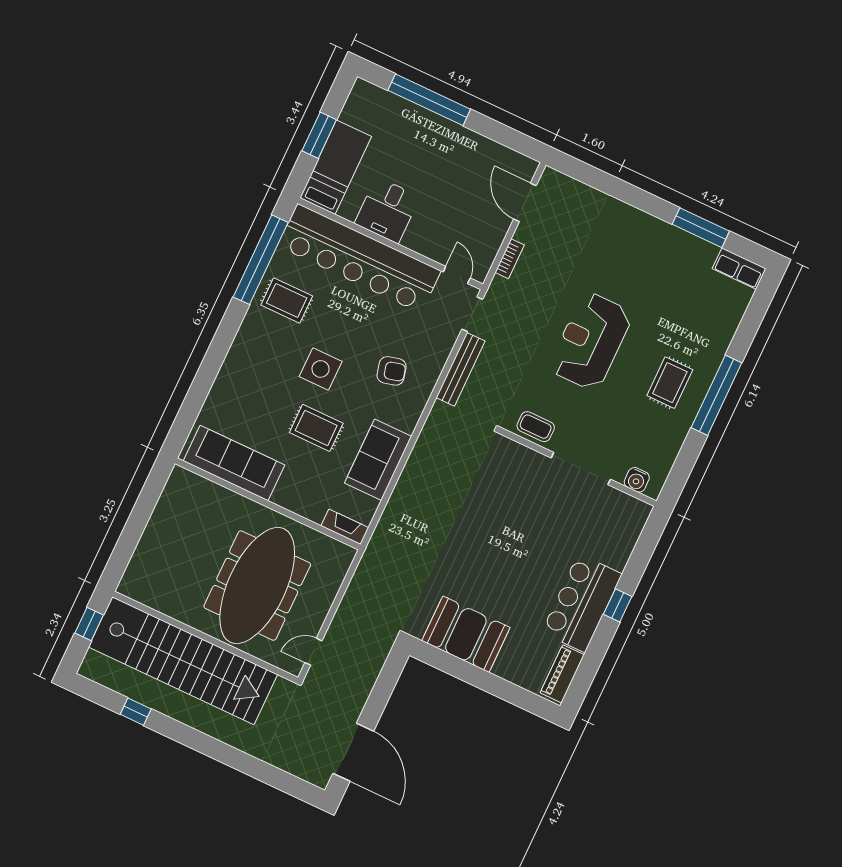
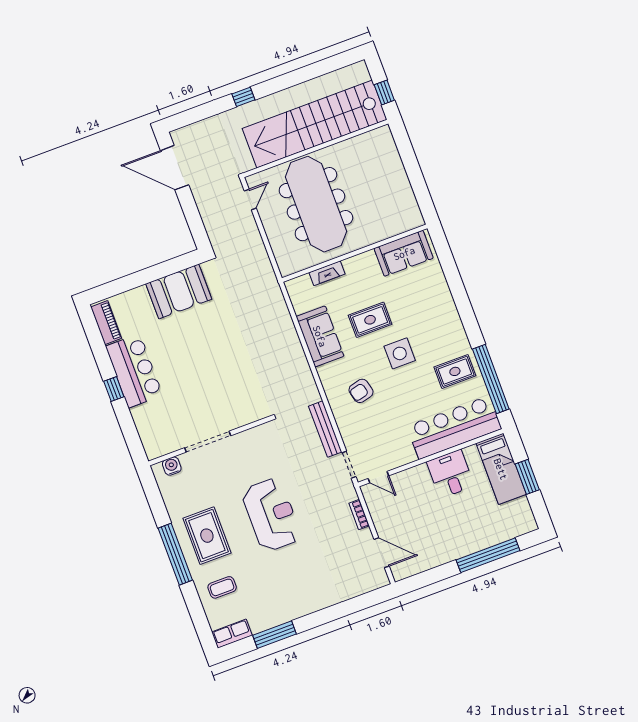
bar counter: (359, 258) -> (454, 428), width x0.73
rug: (670, 383) -> (207, 536), width x1.36, depth x1.43
coffee table: (536, 427) -> (222, 587), moved
sofa: (234, 463) -> (404, 253), width x0.73
fireplace: (345, 527) -> (327, 273), moved
window: (136, 712) -> (243, 97), moved

